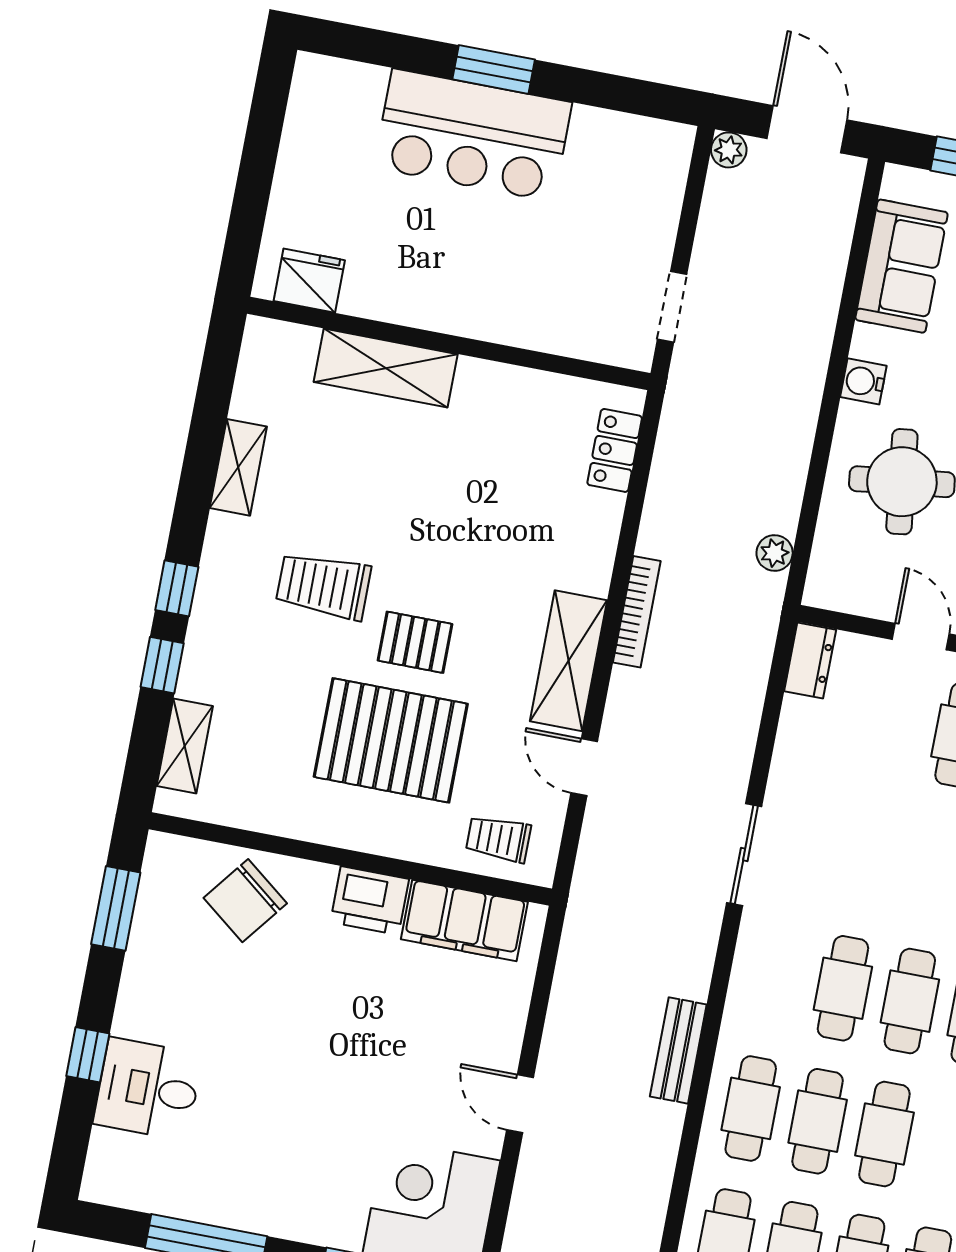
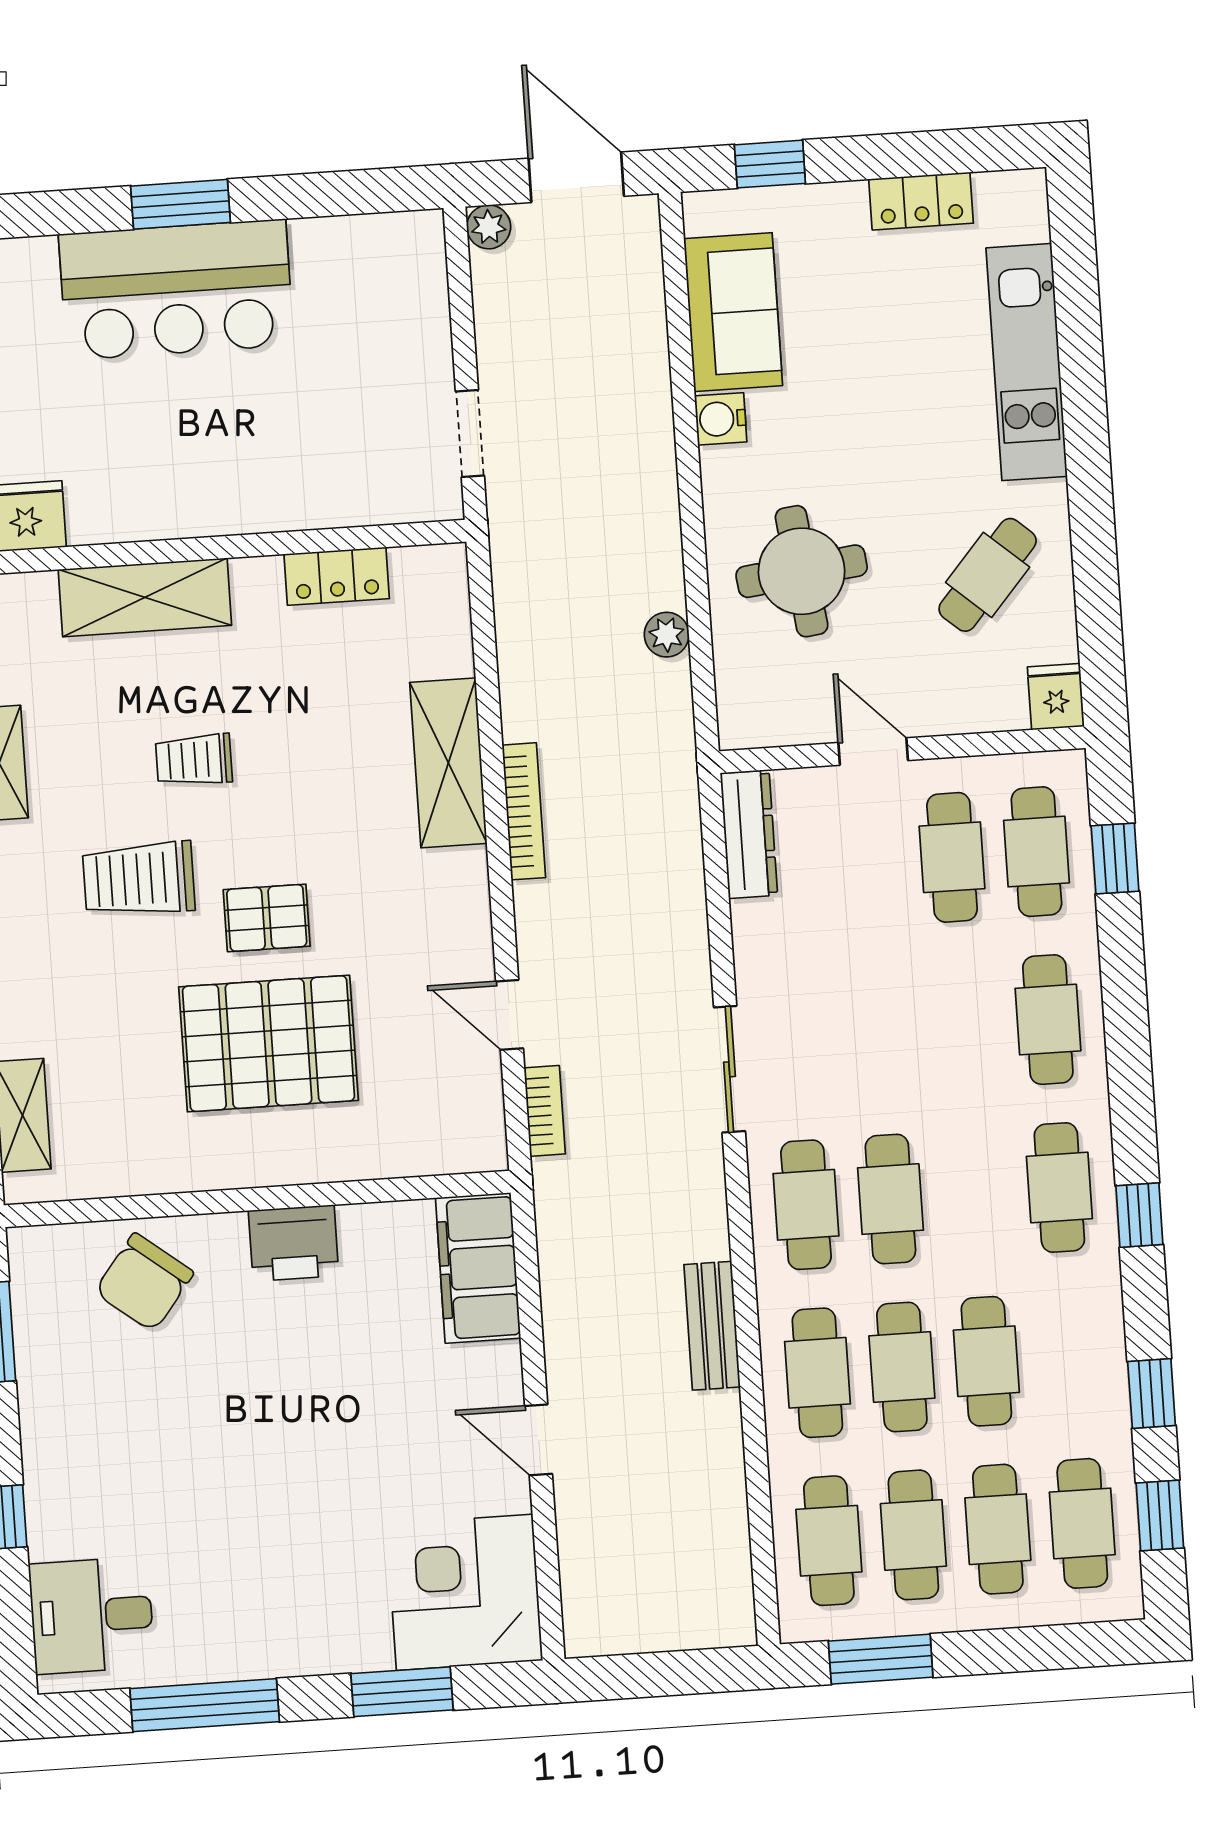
water cooler: (863, 381) -> (721, 419), moved
locker: (615, 450) -> (337, 576), moved, turned -90
plant: (775, 553) -> (667, 635), moved
shelving: (569, 661) -> (448, 763), moved
dresser: (810, 661) -> (749, 834), width x1.44
trolley: (498, 839) -> (194, 760), moved
bookcase: (592, 849) -> (545, 1111), added
filing cabinet: (464, 921) -> (478, 1268), moved, turned 90
cafe table: (910, 1001) -> (806, 1205), moved
desk: (148, 1089) -> (92, 1615), moved

